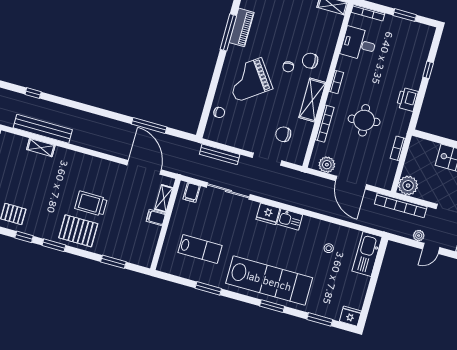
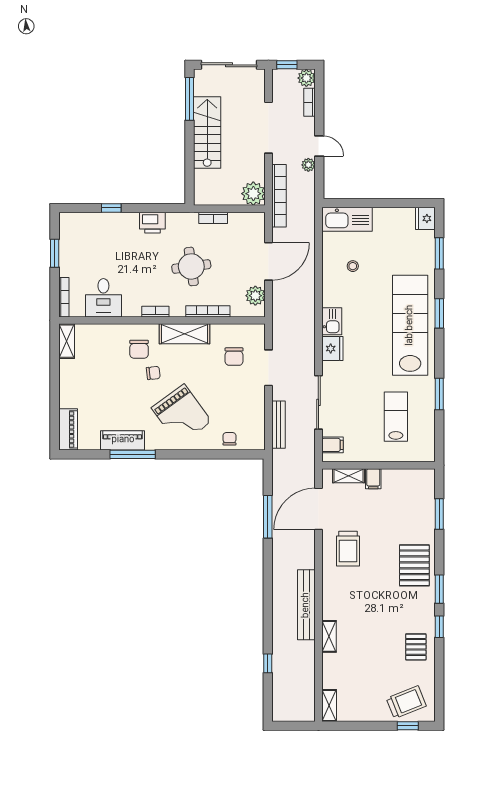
bench: (43, 129) -> (306, 605), moved
trolley: (91, 204) -> (348, 549), moved

